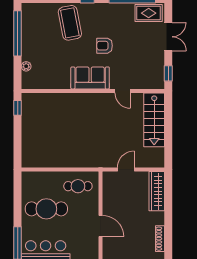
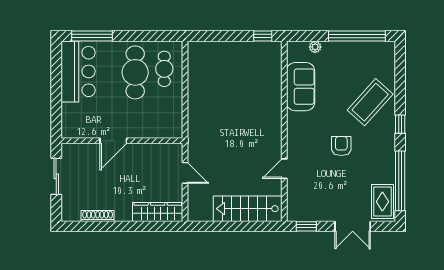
coffee table: (70, 23) -> (370, 102), turned -37
sofa: (90, 78) -> (301, 87), moved
cafe table: (78, 186) -> (164, 69), moved

